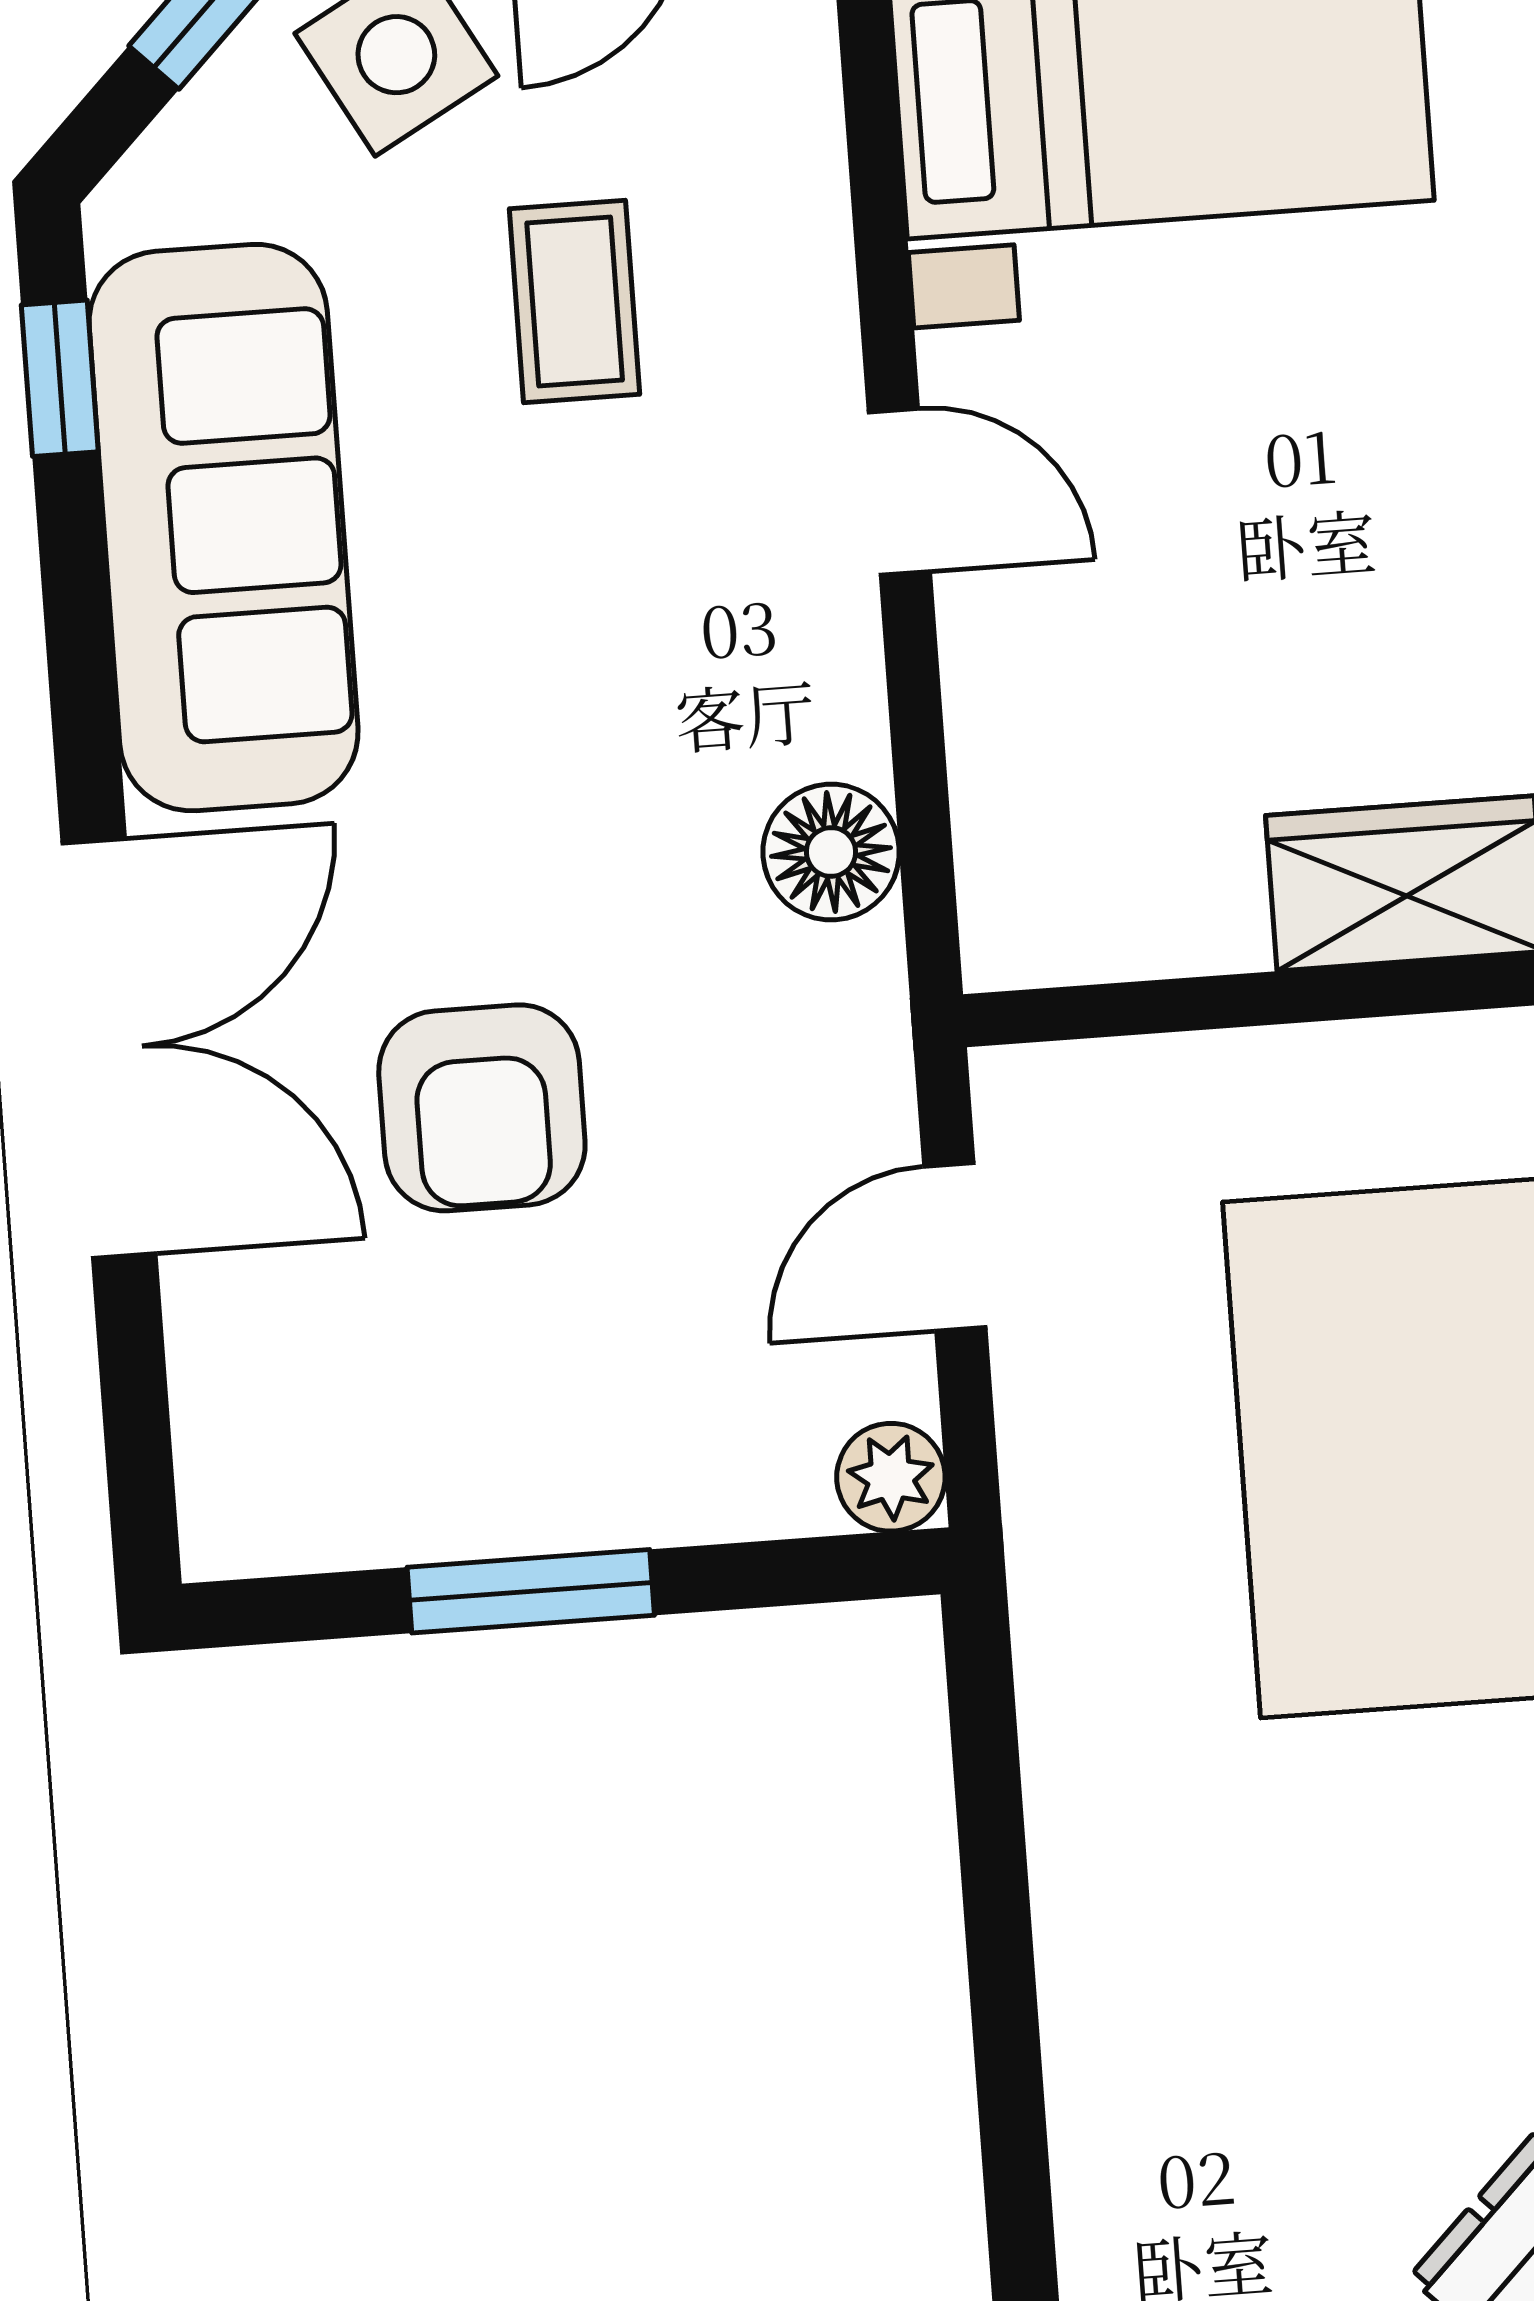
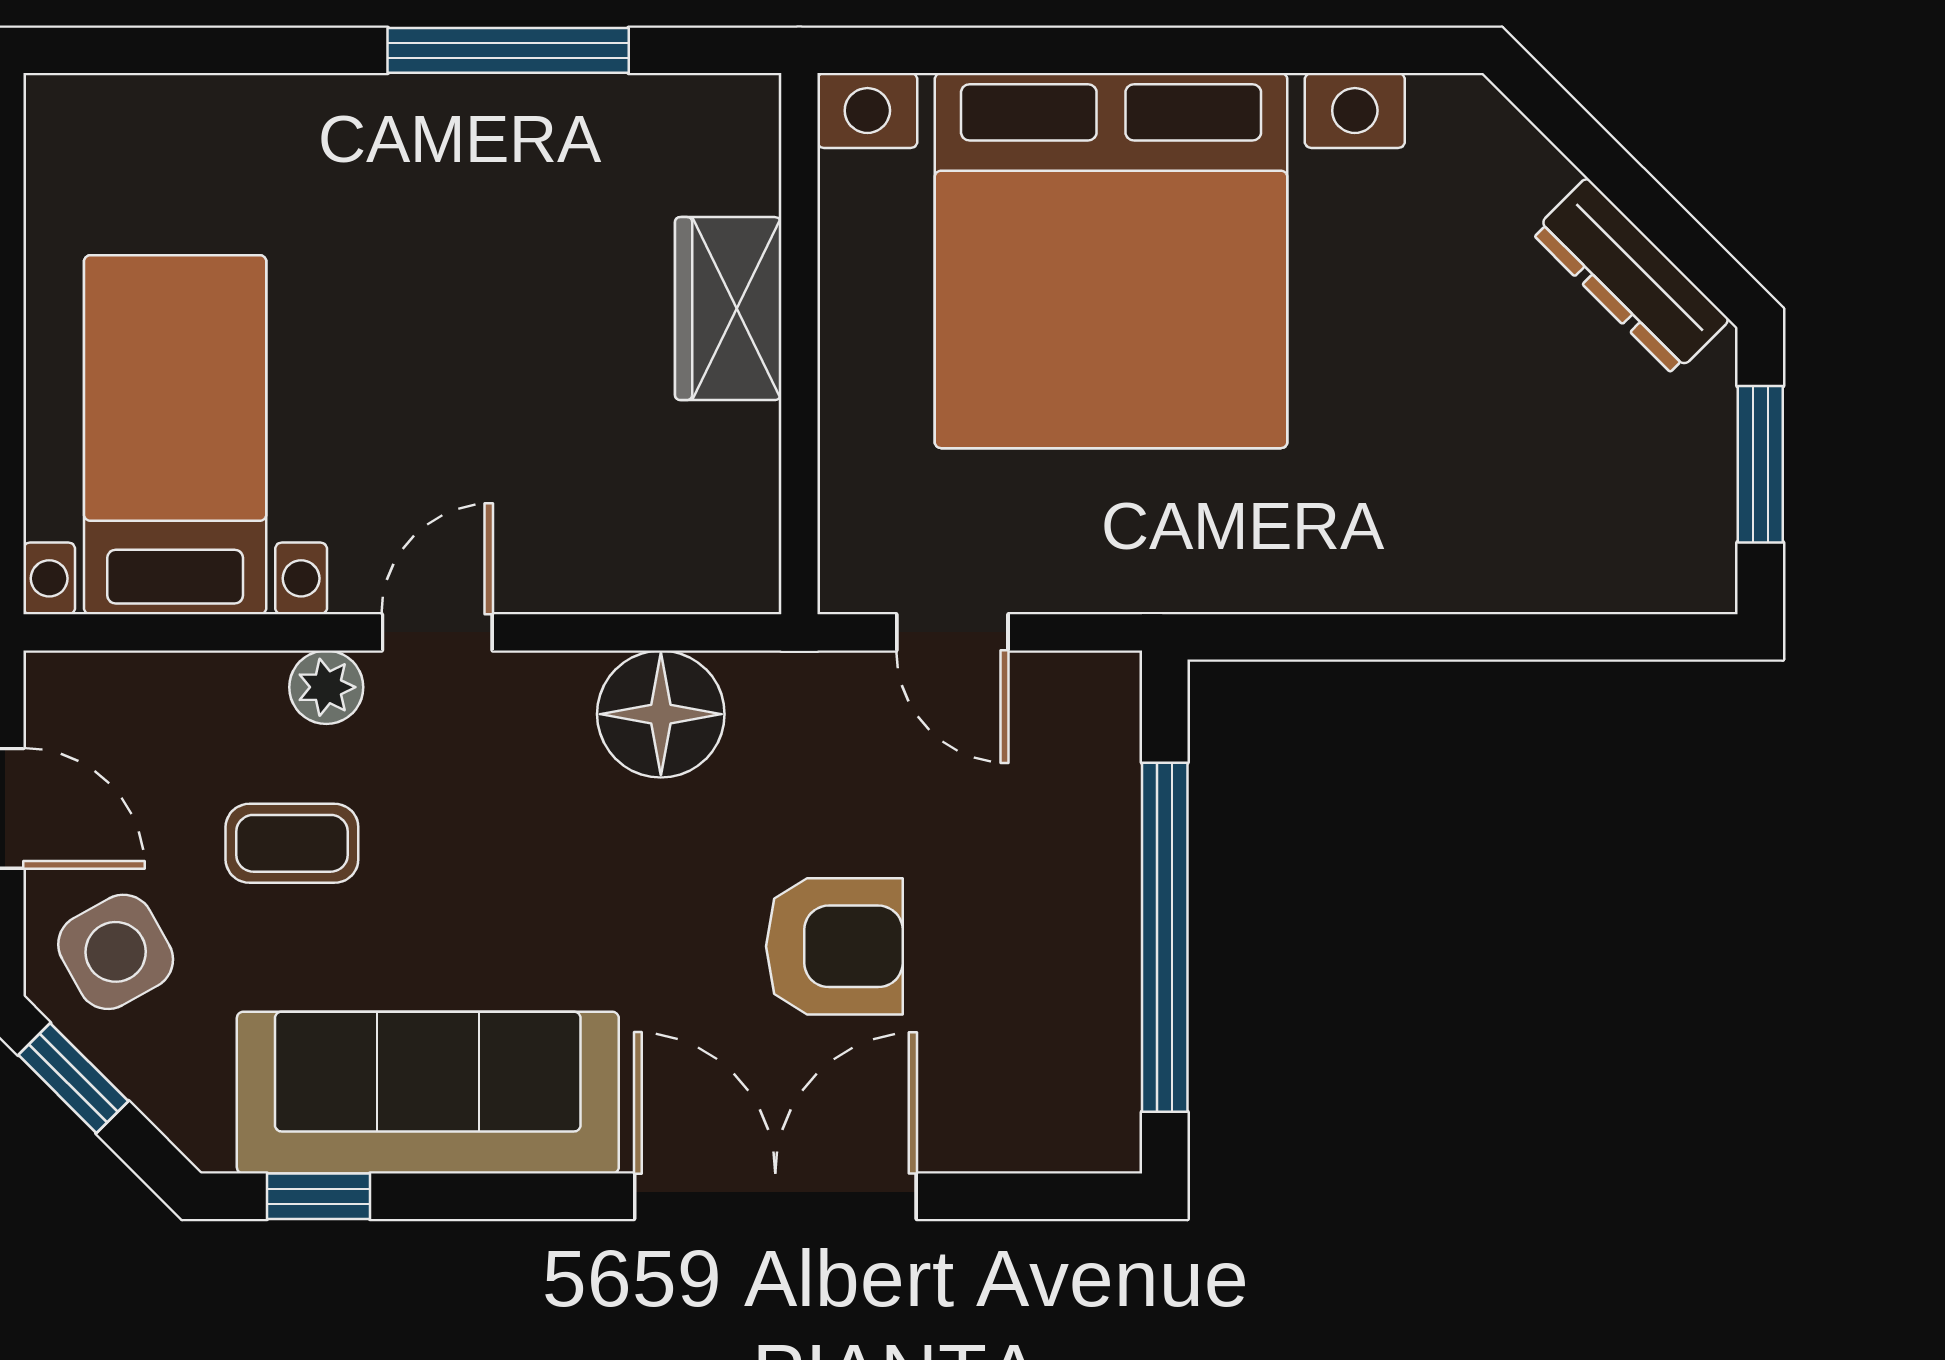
floor lamp: (831, 852) -> (661, 714), width x1.38, depth x1.38
plant: (891, 1477) -> (326, 687), moved
window: (531, 1591) -> (1165, 937), width x2.11

